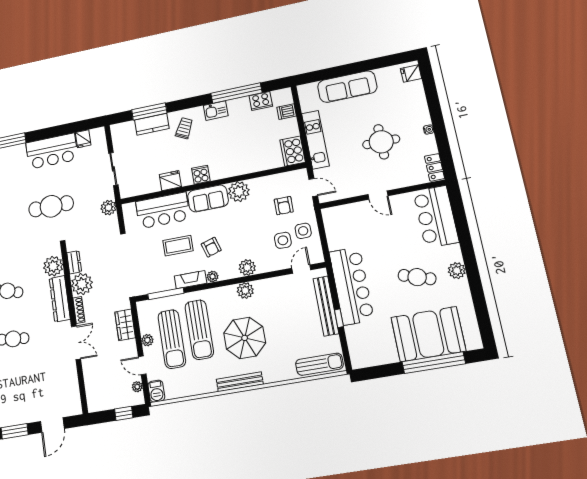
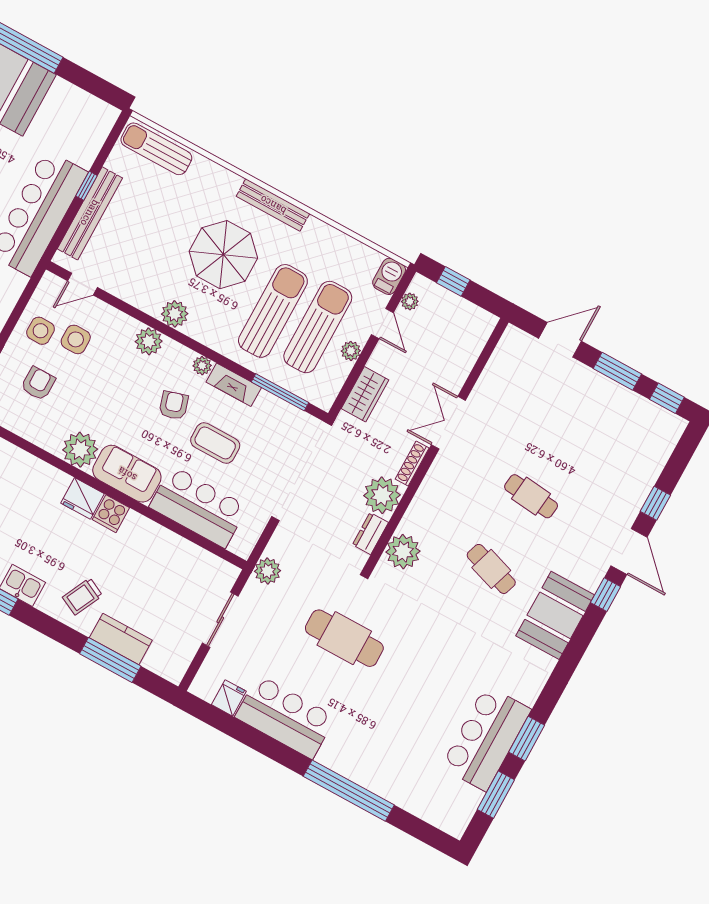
fridge: (170, 181) -> (82, 498), moved
dresser: (60, 299) -> (427, 500), removed

